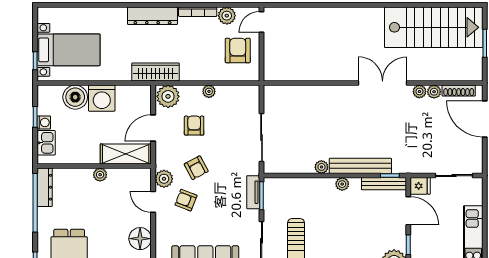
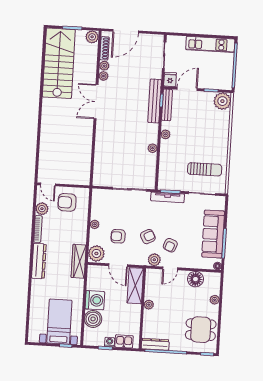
plant: (474, 72) -> (92, 37), added
bench: (360, 166) -> (155, 101), moved
tv unit: (253, 192) -> (168, 197), width x1.41

